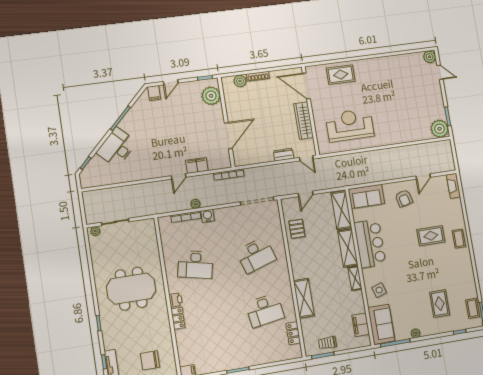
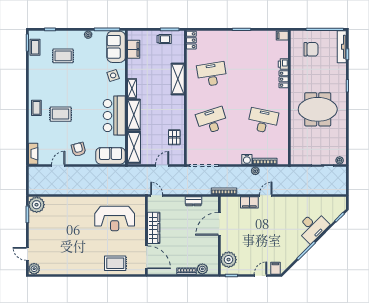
dresser: (284, 155) -> (193, 201), moved
printer: (176, 300) -> (283, 64), moved
rug: (440, 304) -> (63, 56), turned 90
locker: (293, 333) -> (191, 40), moved

